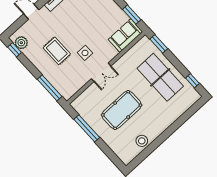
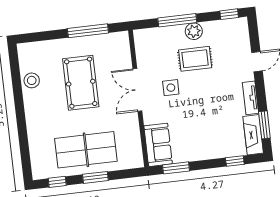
plant: (21, 43) -> (194, 31), moved
window: (159, 44) -> (95, 177), moved
double door: (101, 72) -> (137, 90), width x1.37
window: (50, 88) -> (177, 20), moved

